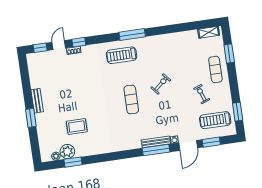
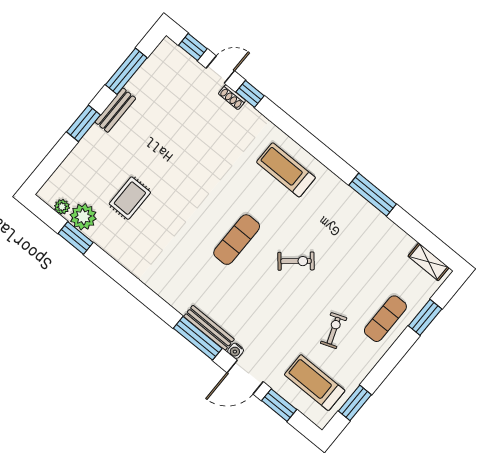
window: (132, 34) -> (373, 195), moved
window: (26, 83) -> (126, 71), added
rug: (77, 127) -> (130, 198), turned 90

